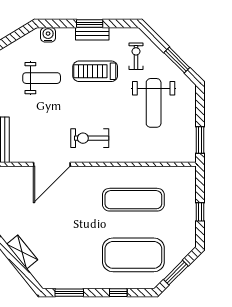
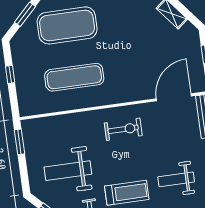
weight bench: (154, 103) -> (68, 171), turned -90
door: (52, 164) -> (174, 97), moved

